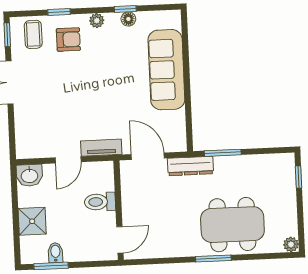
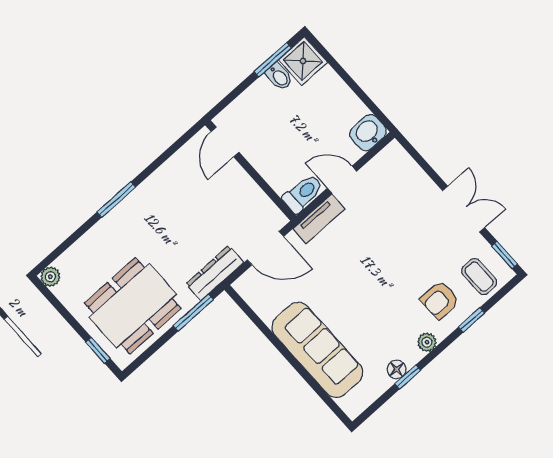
door: (68, 160) -> (342, 180), hinge flipped
toilet: (100, 202) -> (303, 194), moved
shower: (32, 221) -> (303, 61), moved
dining table: (232, 225) -> (133, 306), moved

